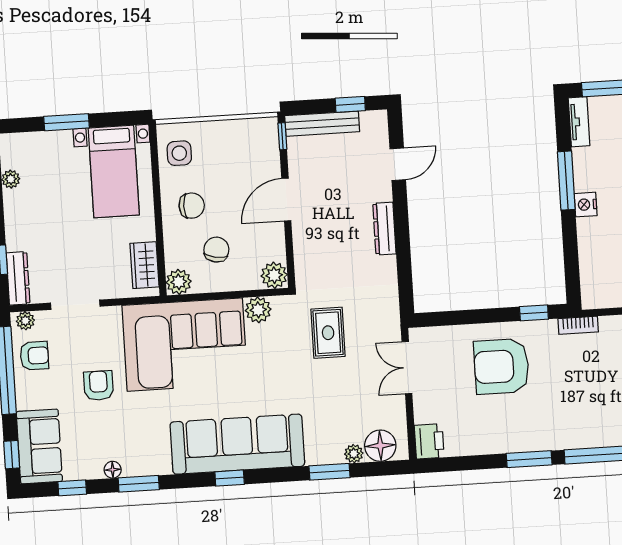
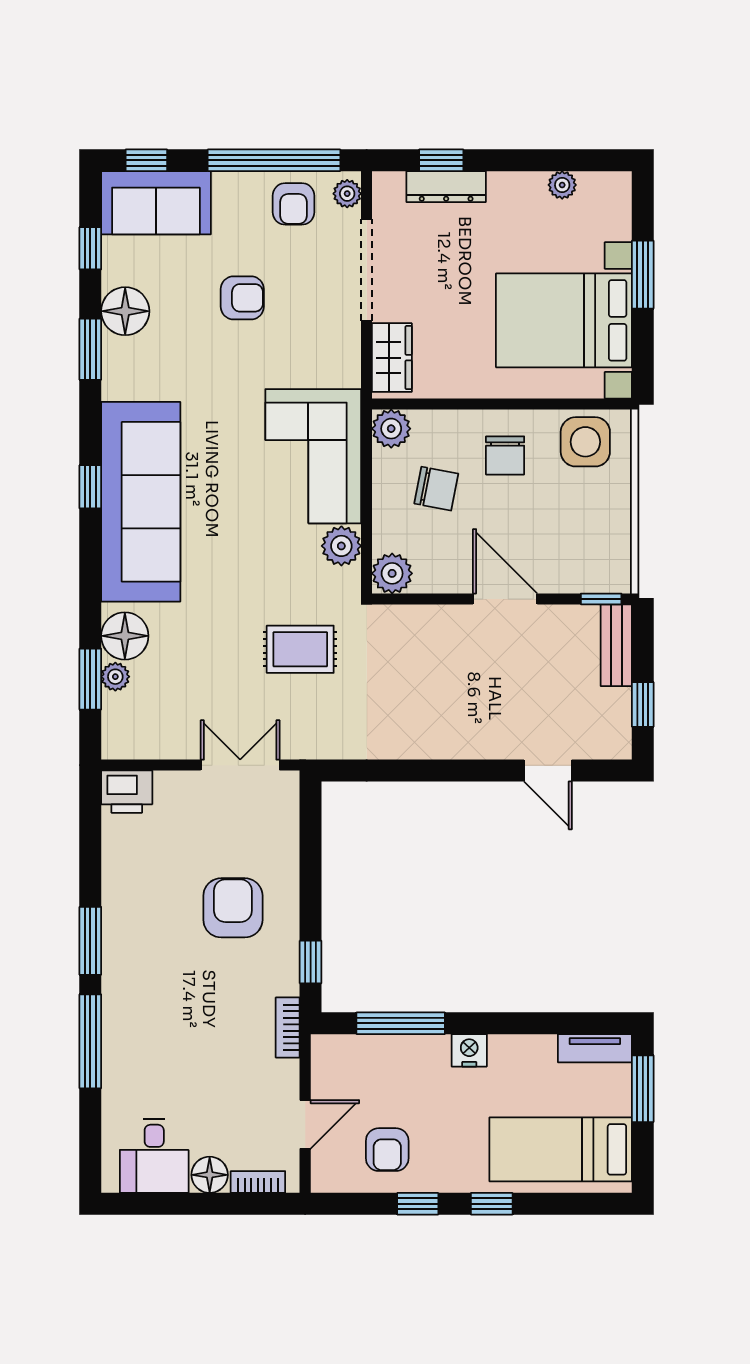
bench: (322, 124) -> (616, 645), width x0.73
side table: (179, 153) -> (585, 442), width x1.37, depth x1.37
bed with nightstands: (114, 171) -> (564, 320), width x1.36
window: (566, 181) -> (401, 1023), moved
dresser: (384, 229) -> (452, 744), removed
wardrobe: (144, 265) -> (392, 358), moved, turned 90
dresser: (18, 278) -> (446, 187), moved
doorway: (75, 305) -> (367, 270), width x1.36
corner sofa: (185, 345) -> (313, 456), width x0.73, depth x0.74
armchair: (501, 366) -> (233, 908), width x0.73, depth x0.73
floor lamp: (380, 446) -> (125, 636), moved
floor lamp: (113, 470) -> (125, 311), width x1.89, depth x1.89
window: (329, 472) -> (90, 679), moved

